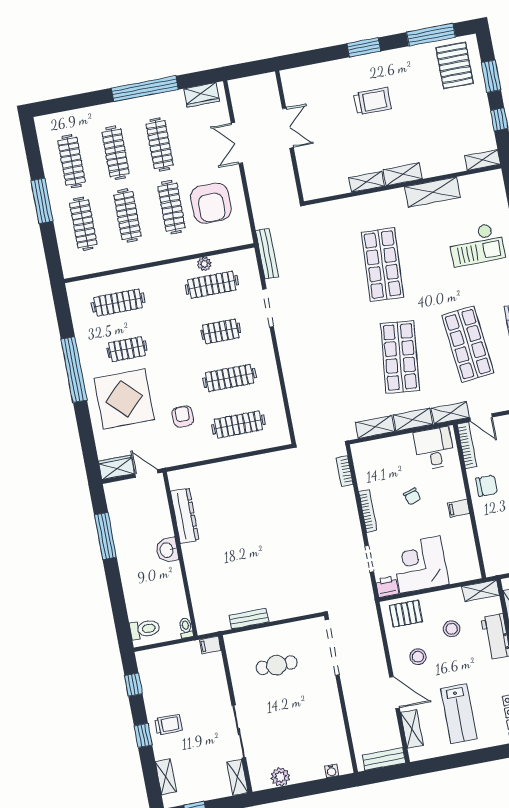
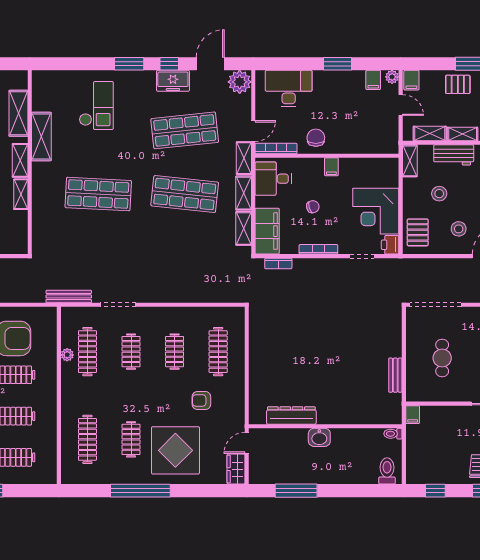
shelving: (483, 160) -> (18, 113), moved, width x1.50, depth x1.33
clothes rail: (229, 378) -> (175, 352), width x0.73
filing cabinet: (377, 453) -> (267, 231), added

